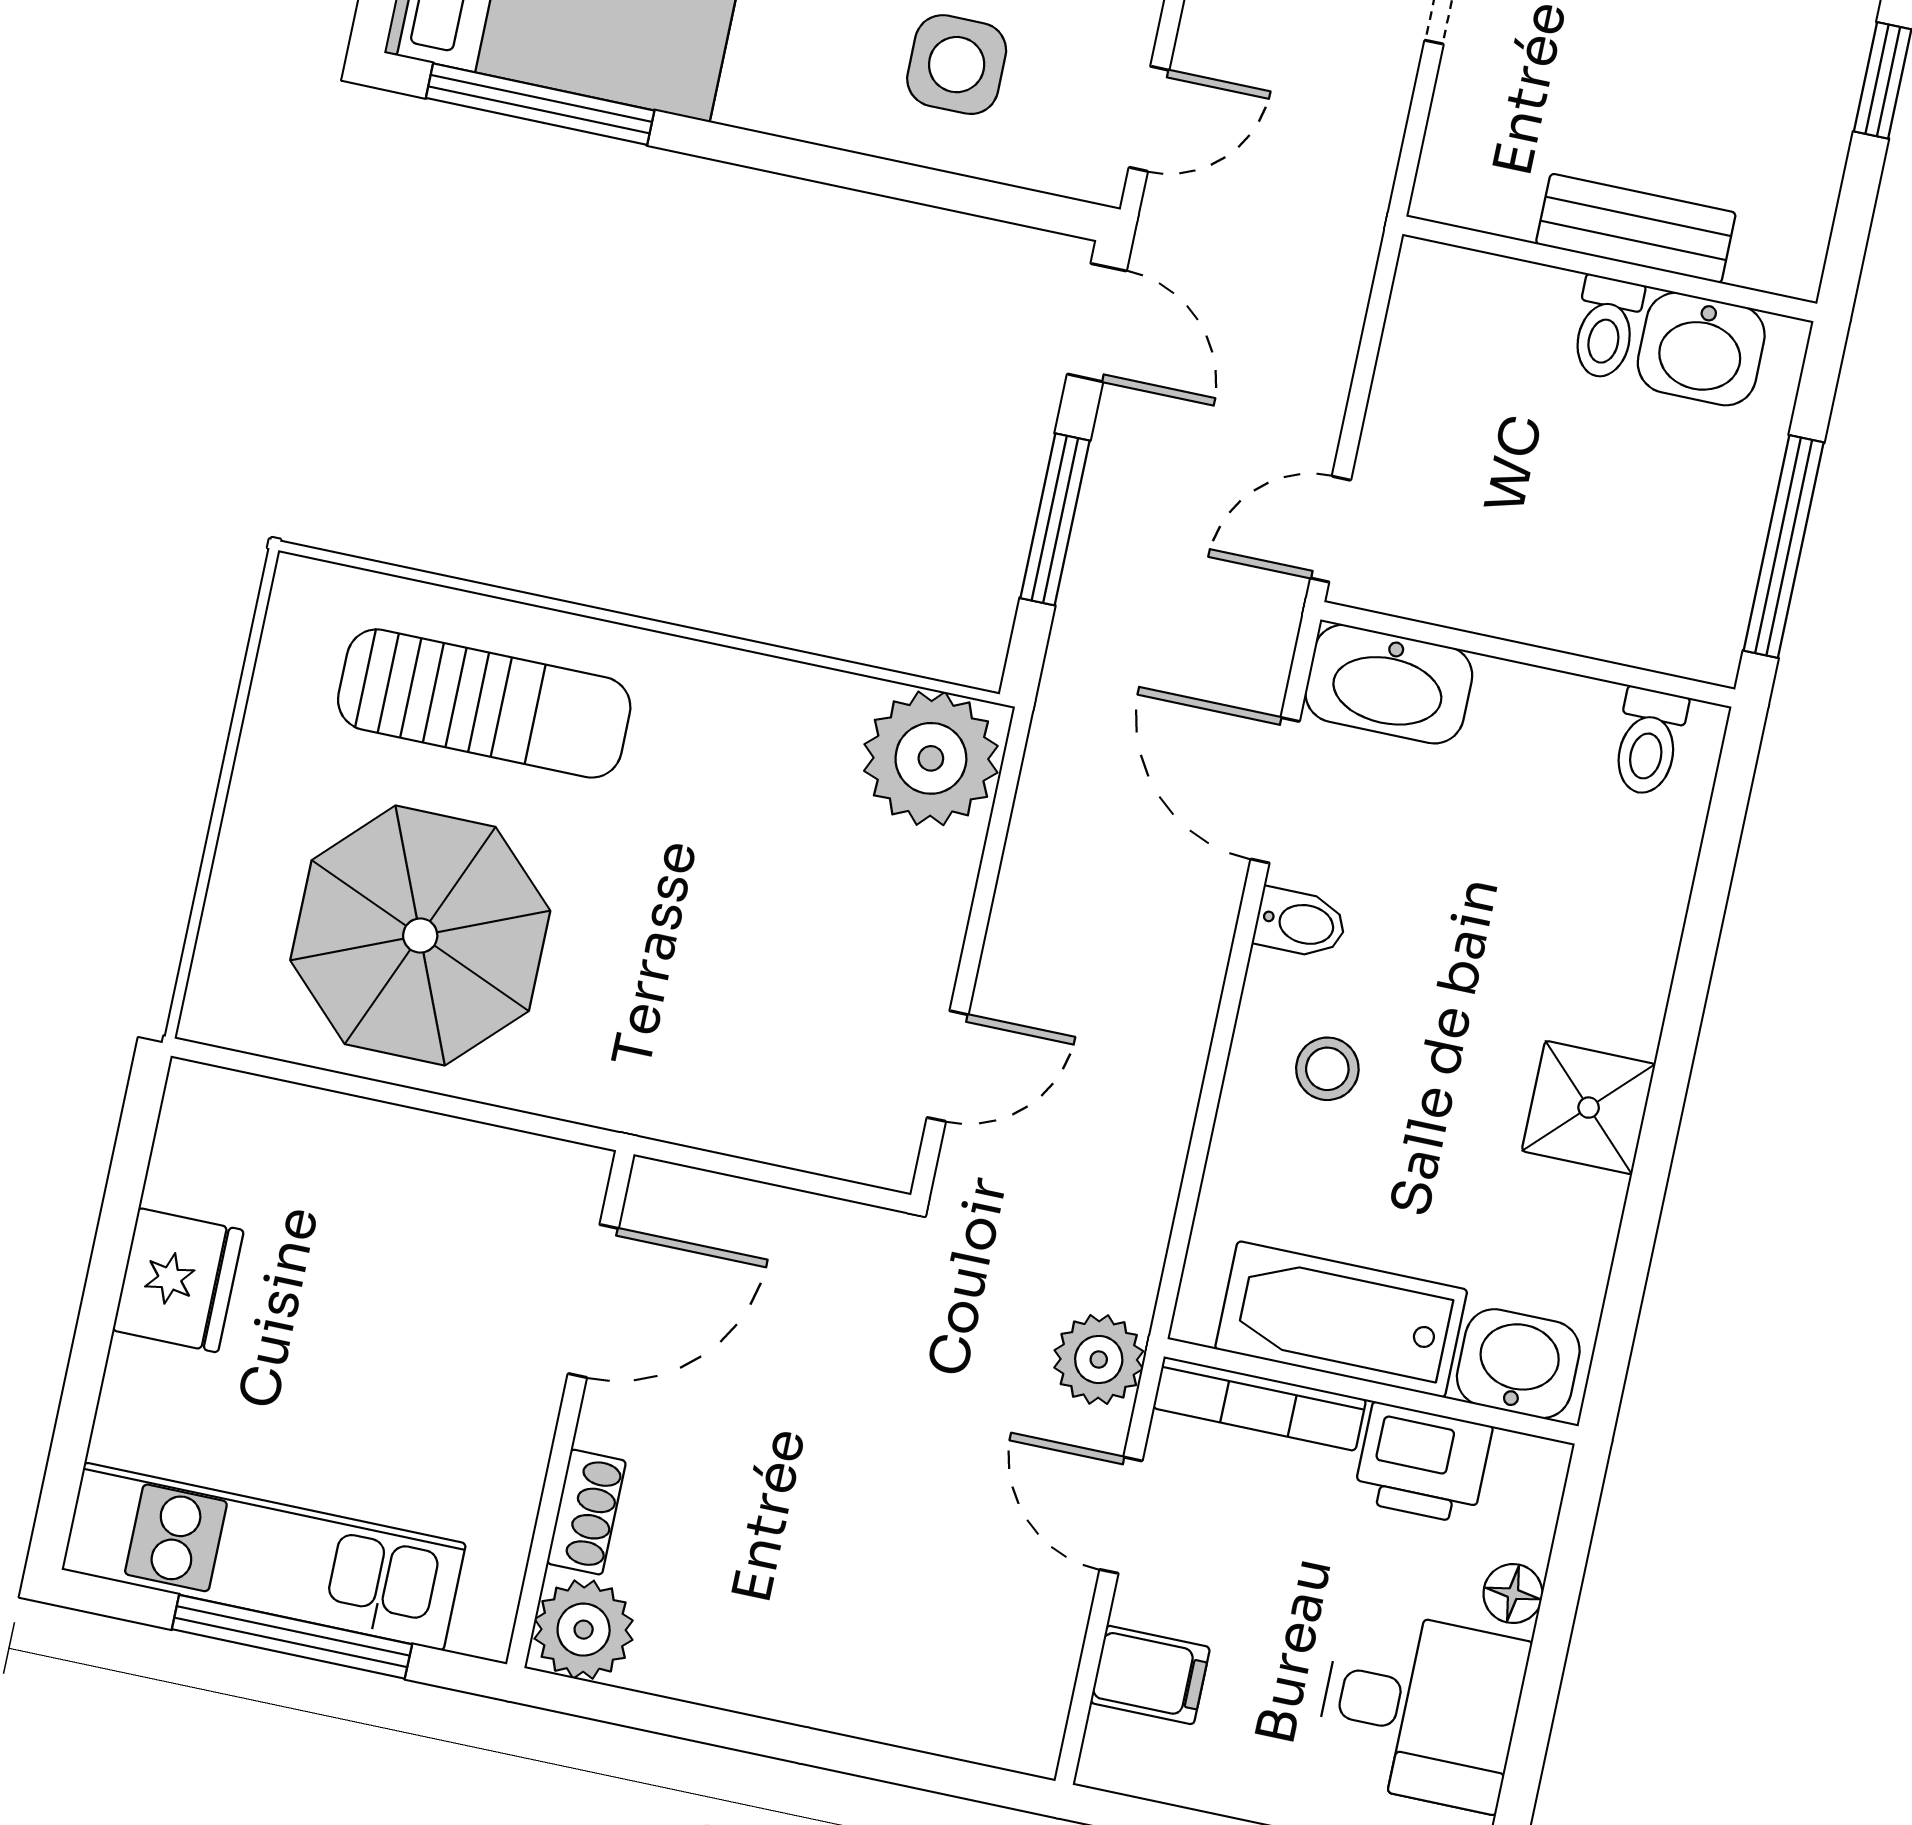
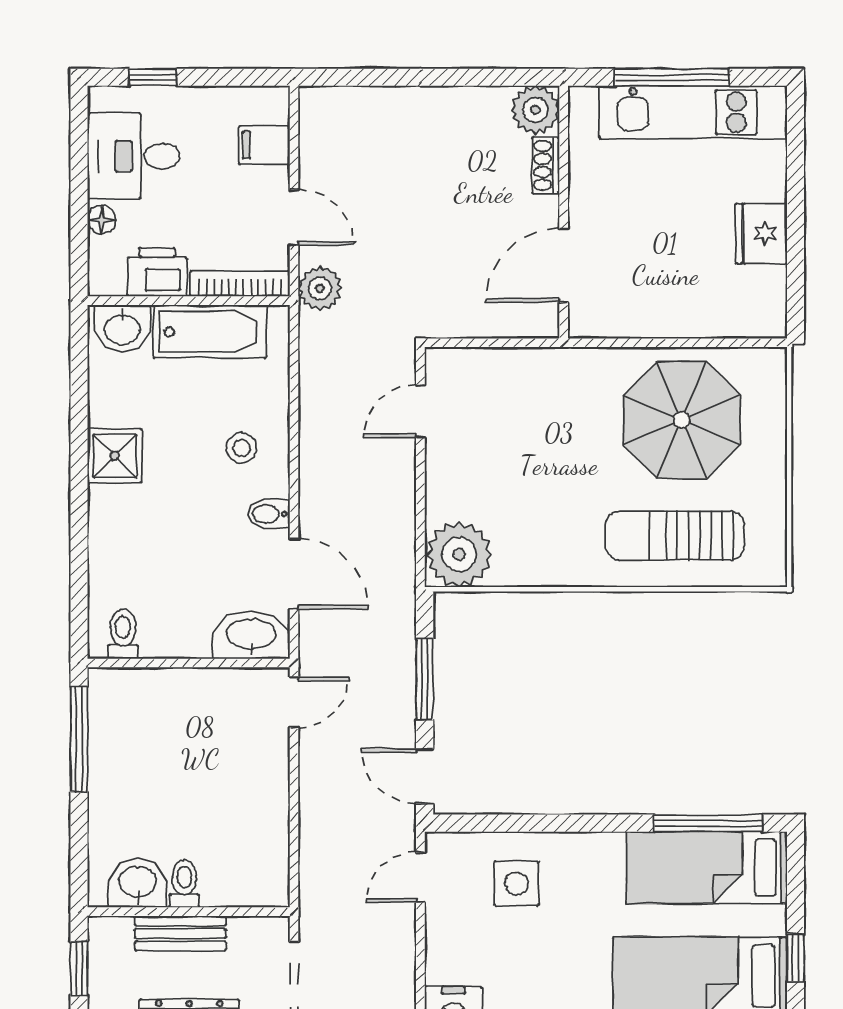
bench: (1636, 228) -> (180, 933), moved
wall: (1610, 269) -> (189, 912), moved
toilet: (1606, 328) -> (184, 884), moved
washbasin: (1701, 349) -> (138, 883), moved

